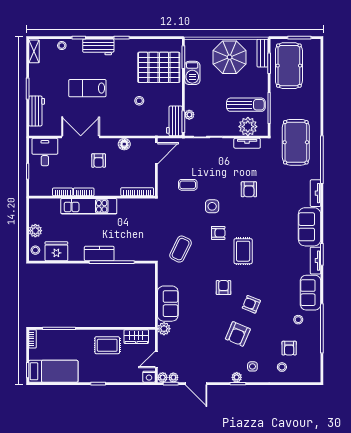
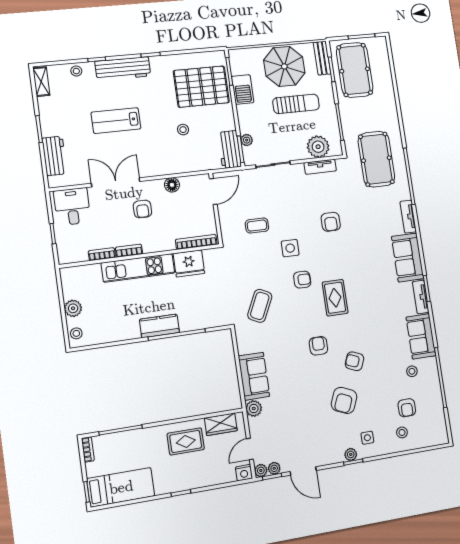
workbench: (98, 47) -> (123, 69), width x1.38
sun lounger: (246, 105) -> (296, 104), moved
fridge: (56, 251) -> (189, 263), moved, turned 180

